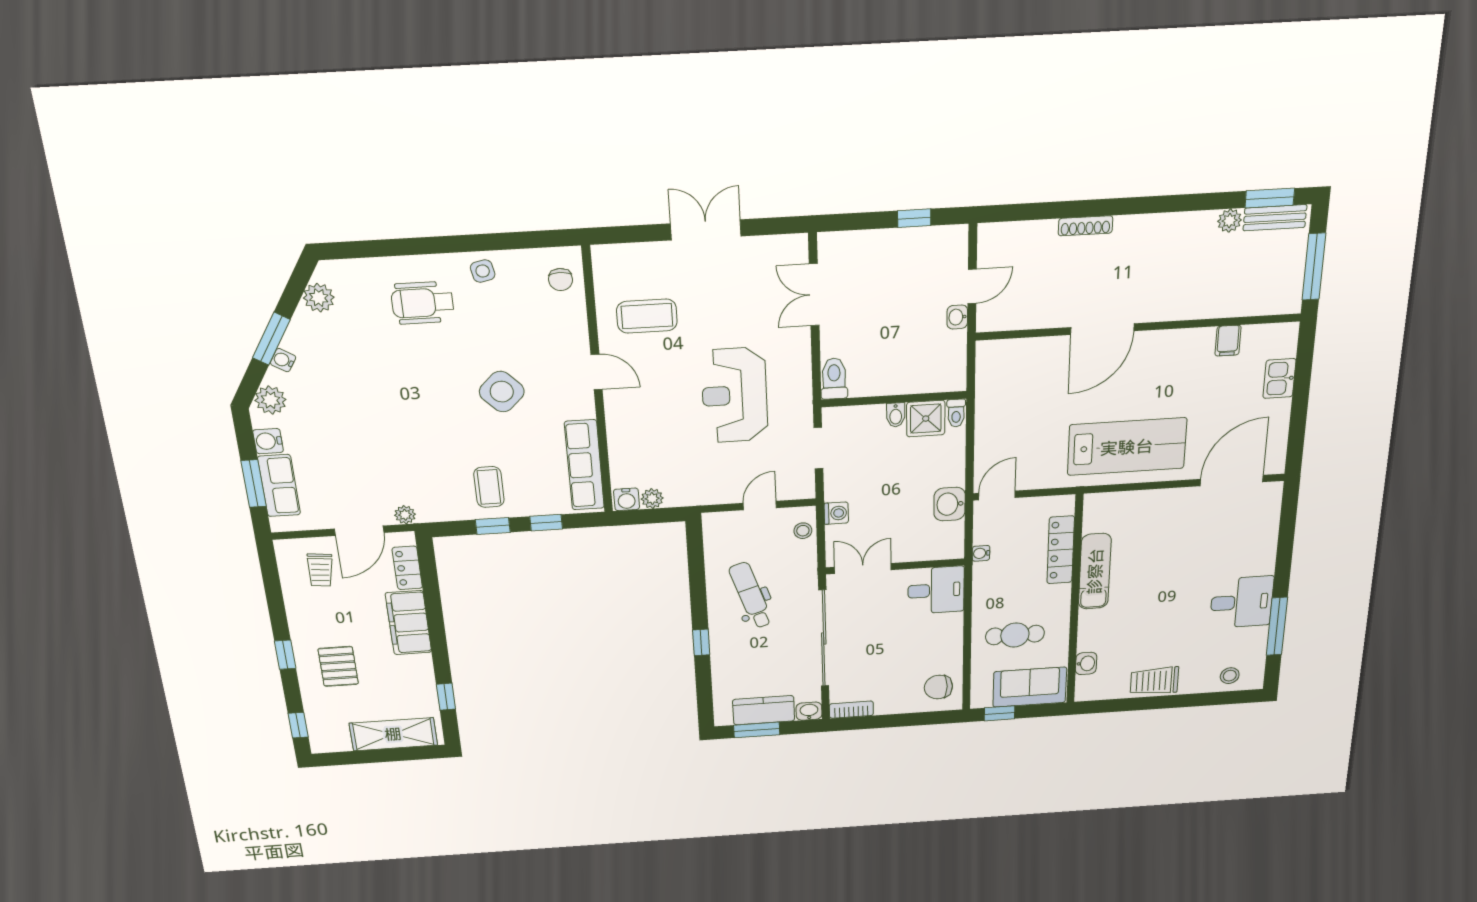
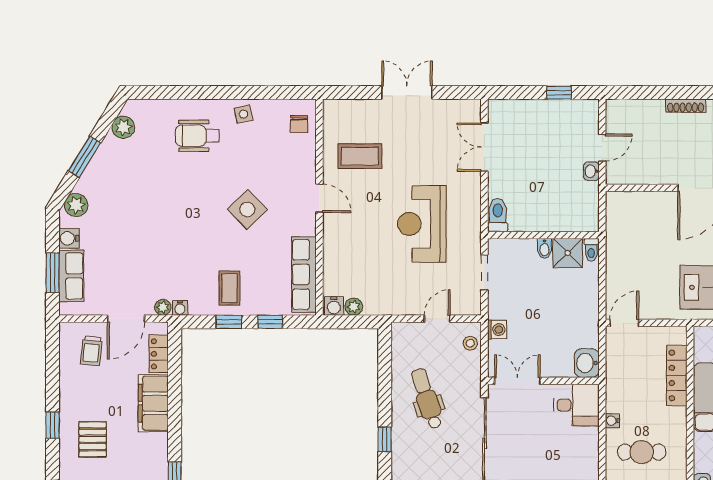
water cooler: (283, 360) -> (180, 308), moved, turned -121
washbasin: (950, 504) -> (587, 363), moved
water cooler: (981, 553) -> (612, 421), moved

